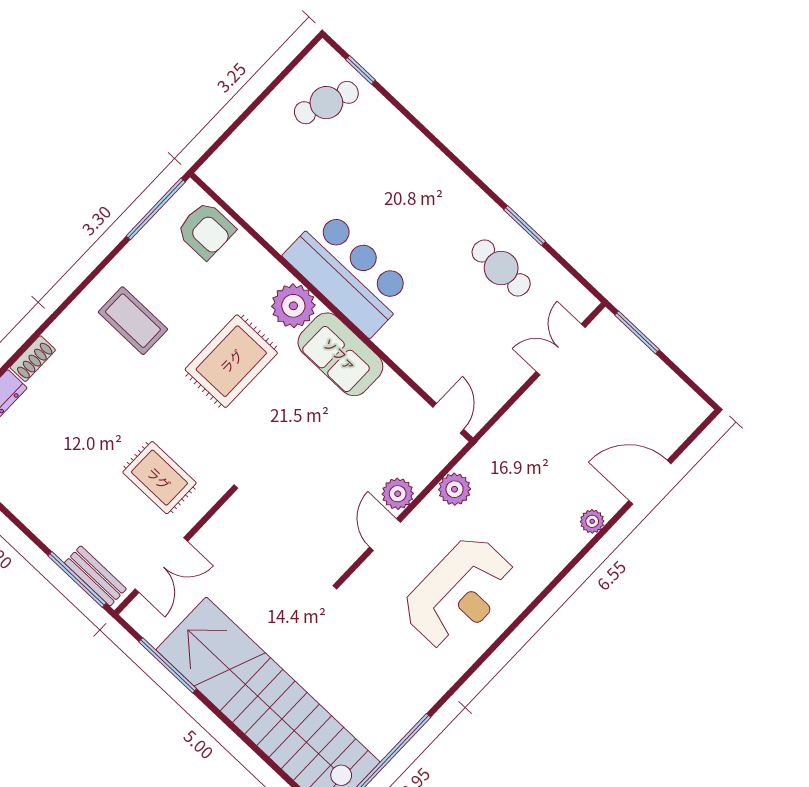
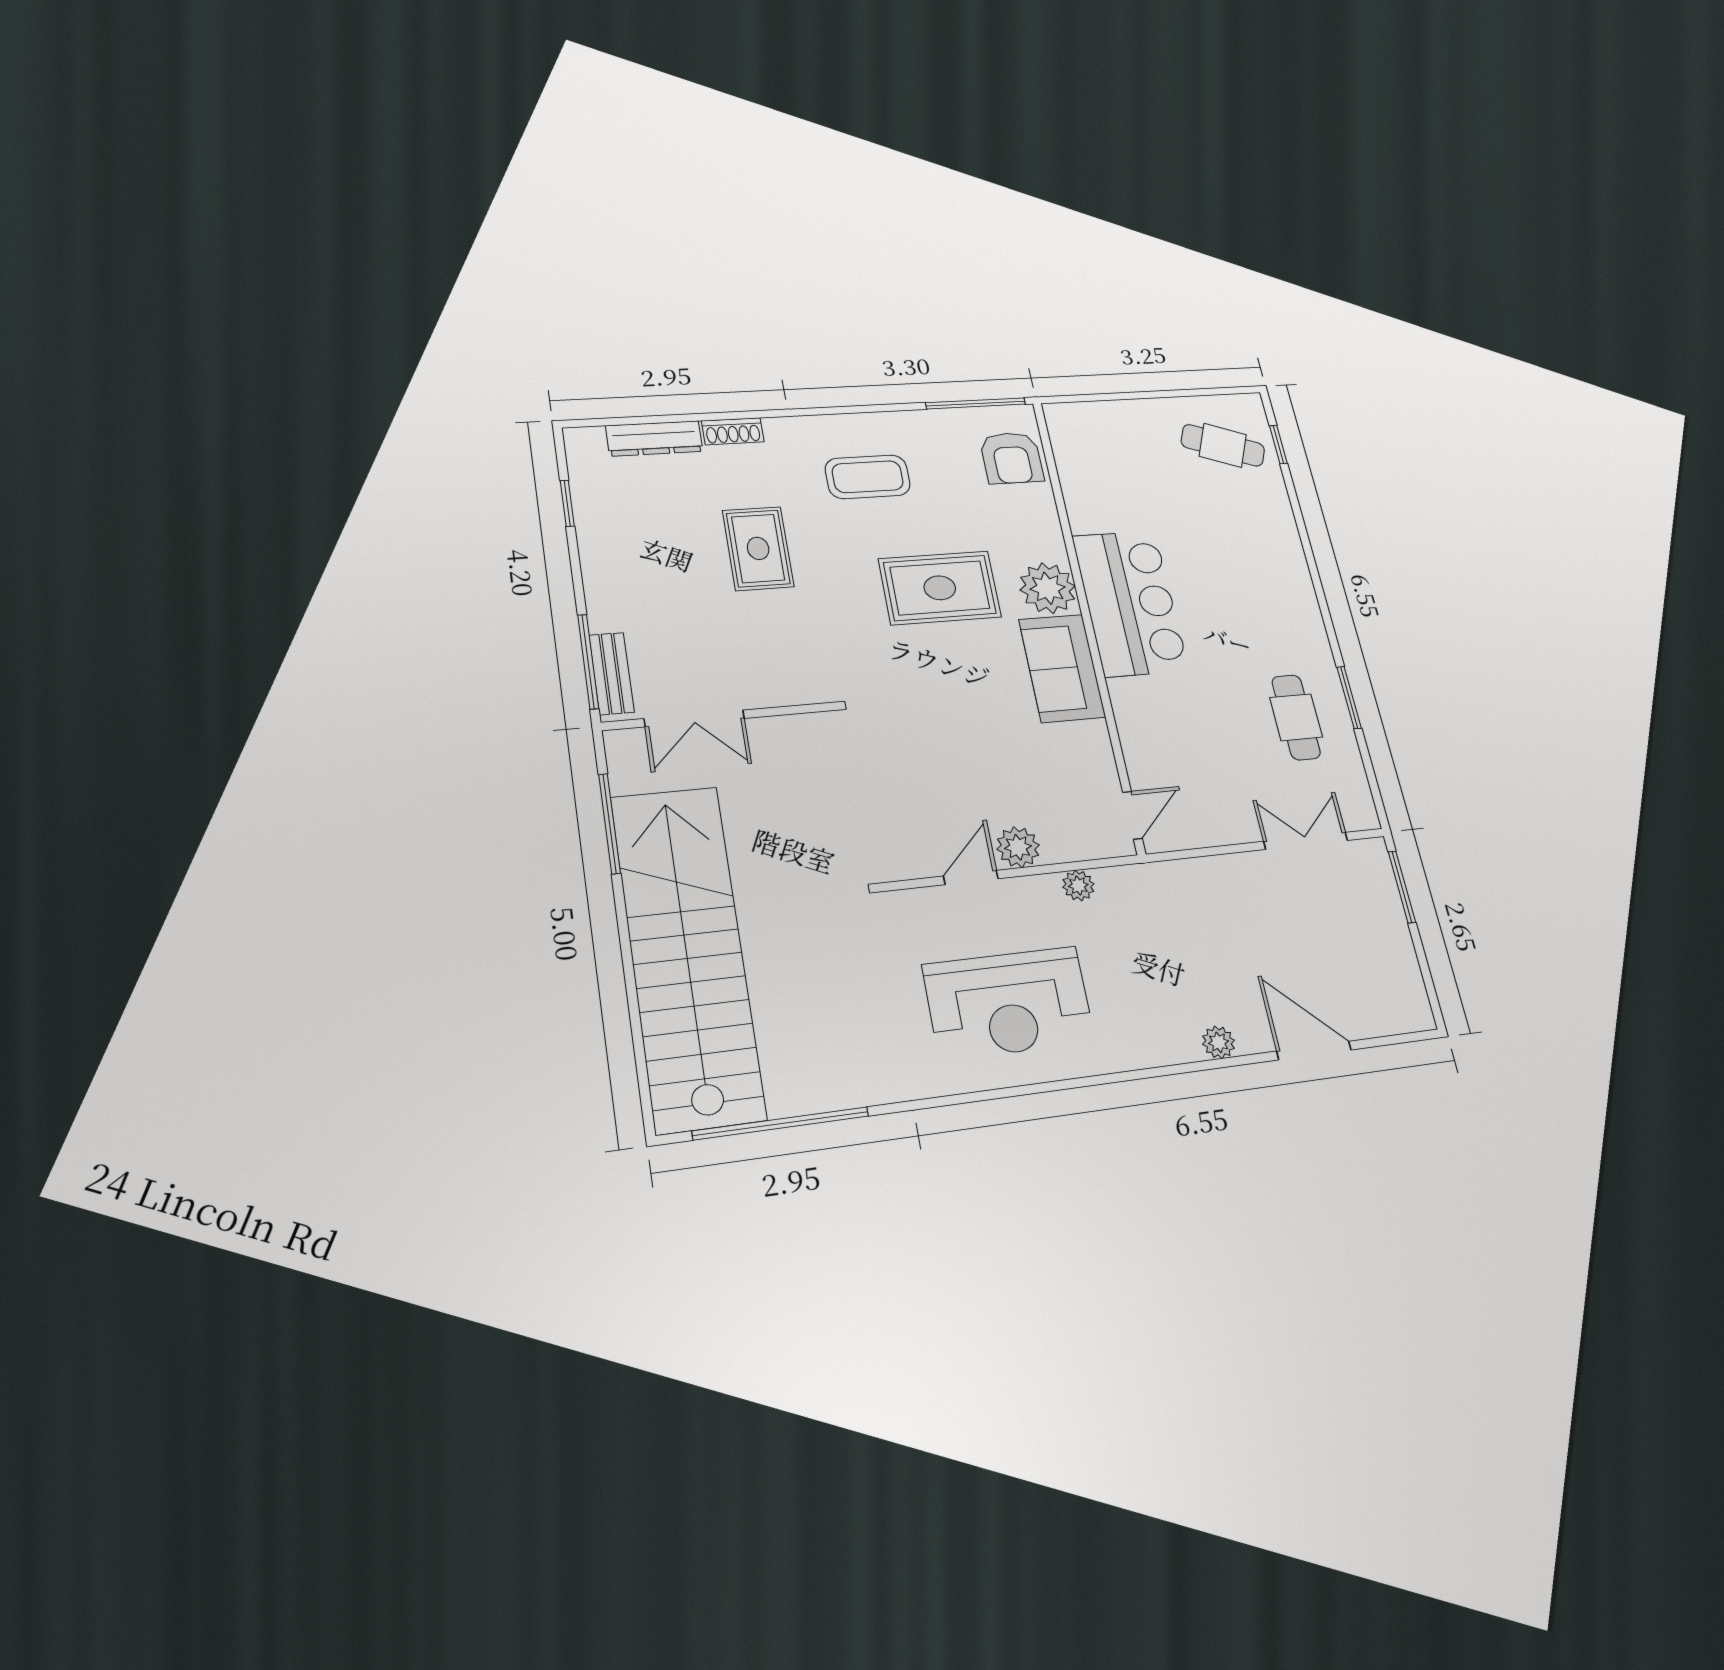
coffee table: (133, 321) -> (868, 477), turned 90
rug: (159, 478) -> (758, 548), moved
plant: (455, 489) -> (1078, 885), width x0.73, depth x0.73

